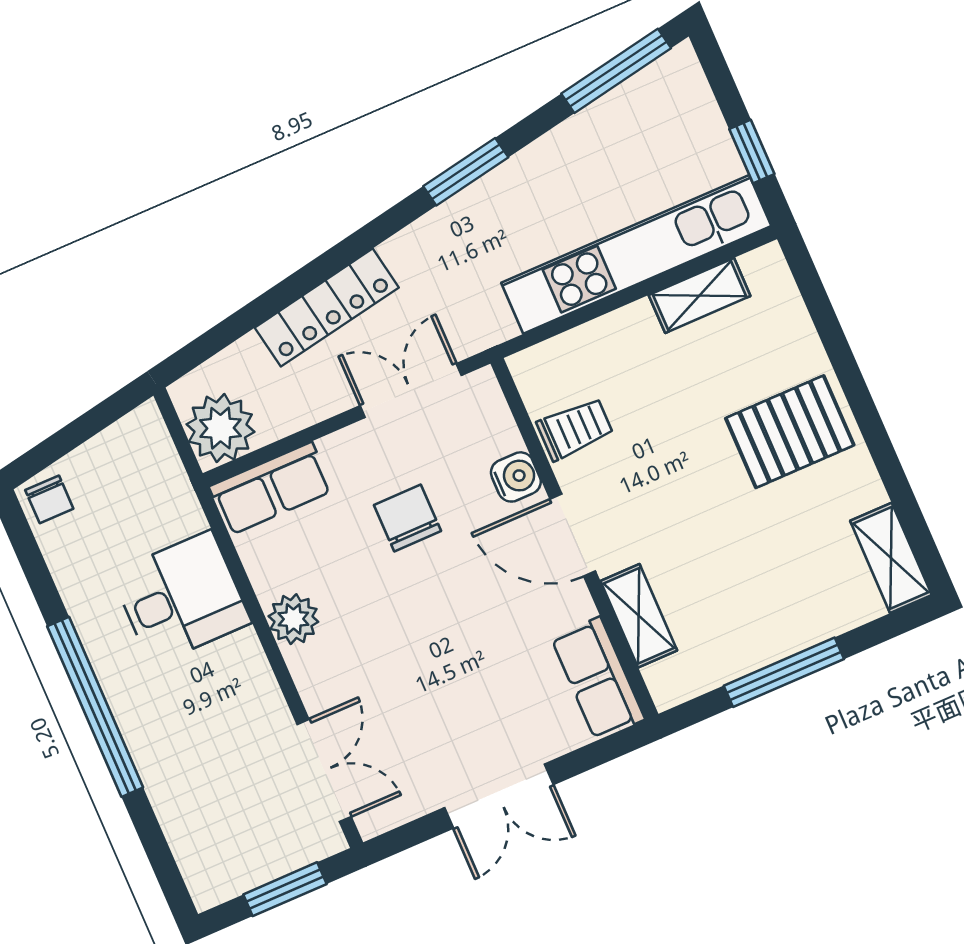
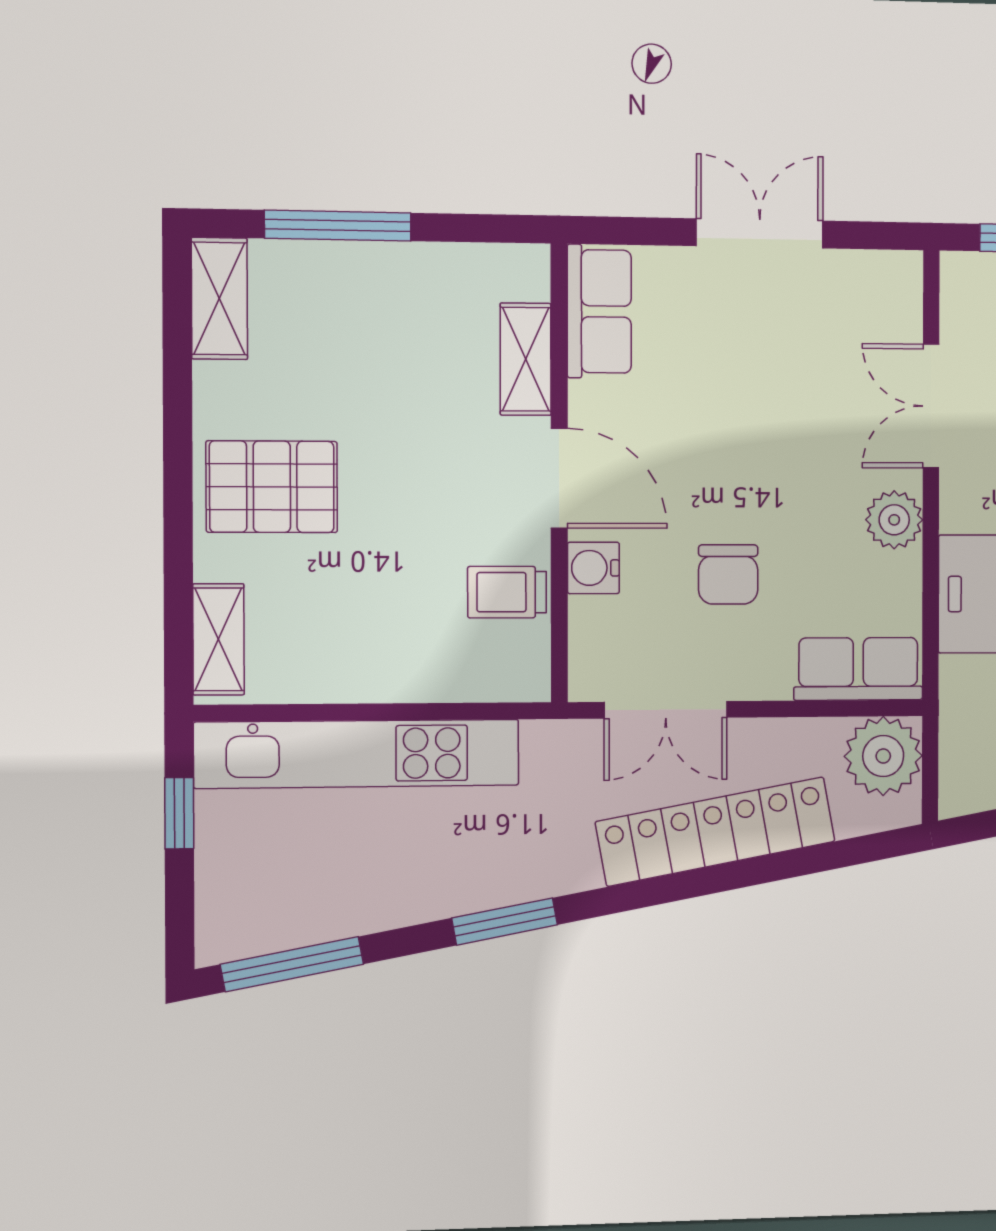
shelving: (700, 295) -> (218, 639), moved, turned 90
locker: (327, 308) -> (716, 832), width x1.41, depth x1.21
window: (784, 672) -> (338, 226), moved
double door: (324, 770) -> (931, 406), moved

